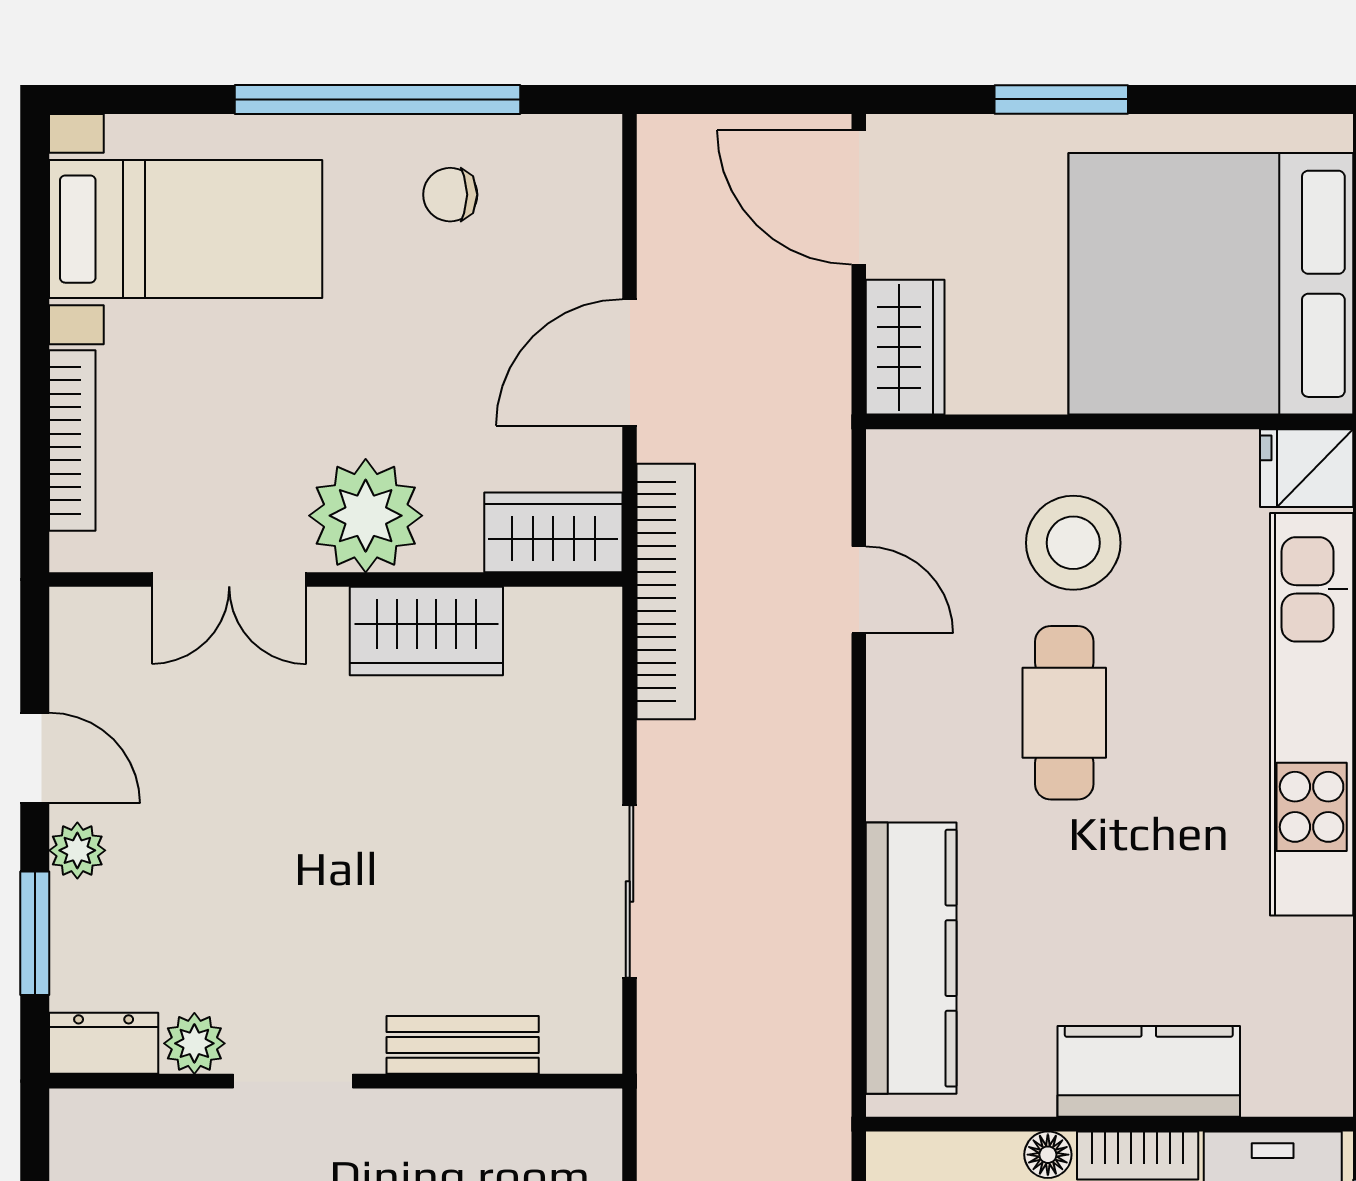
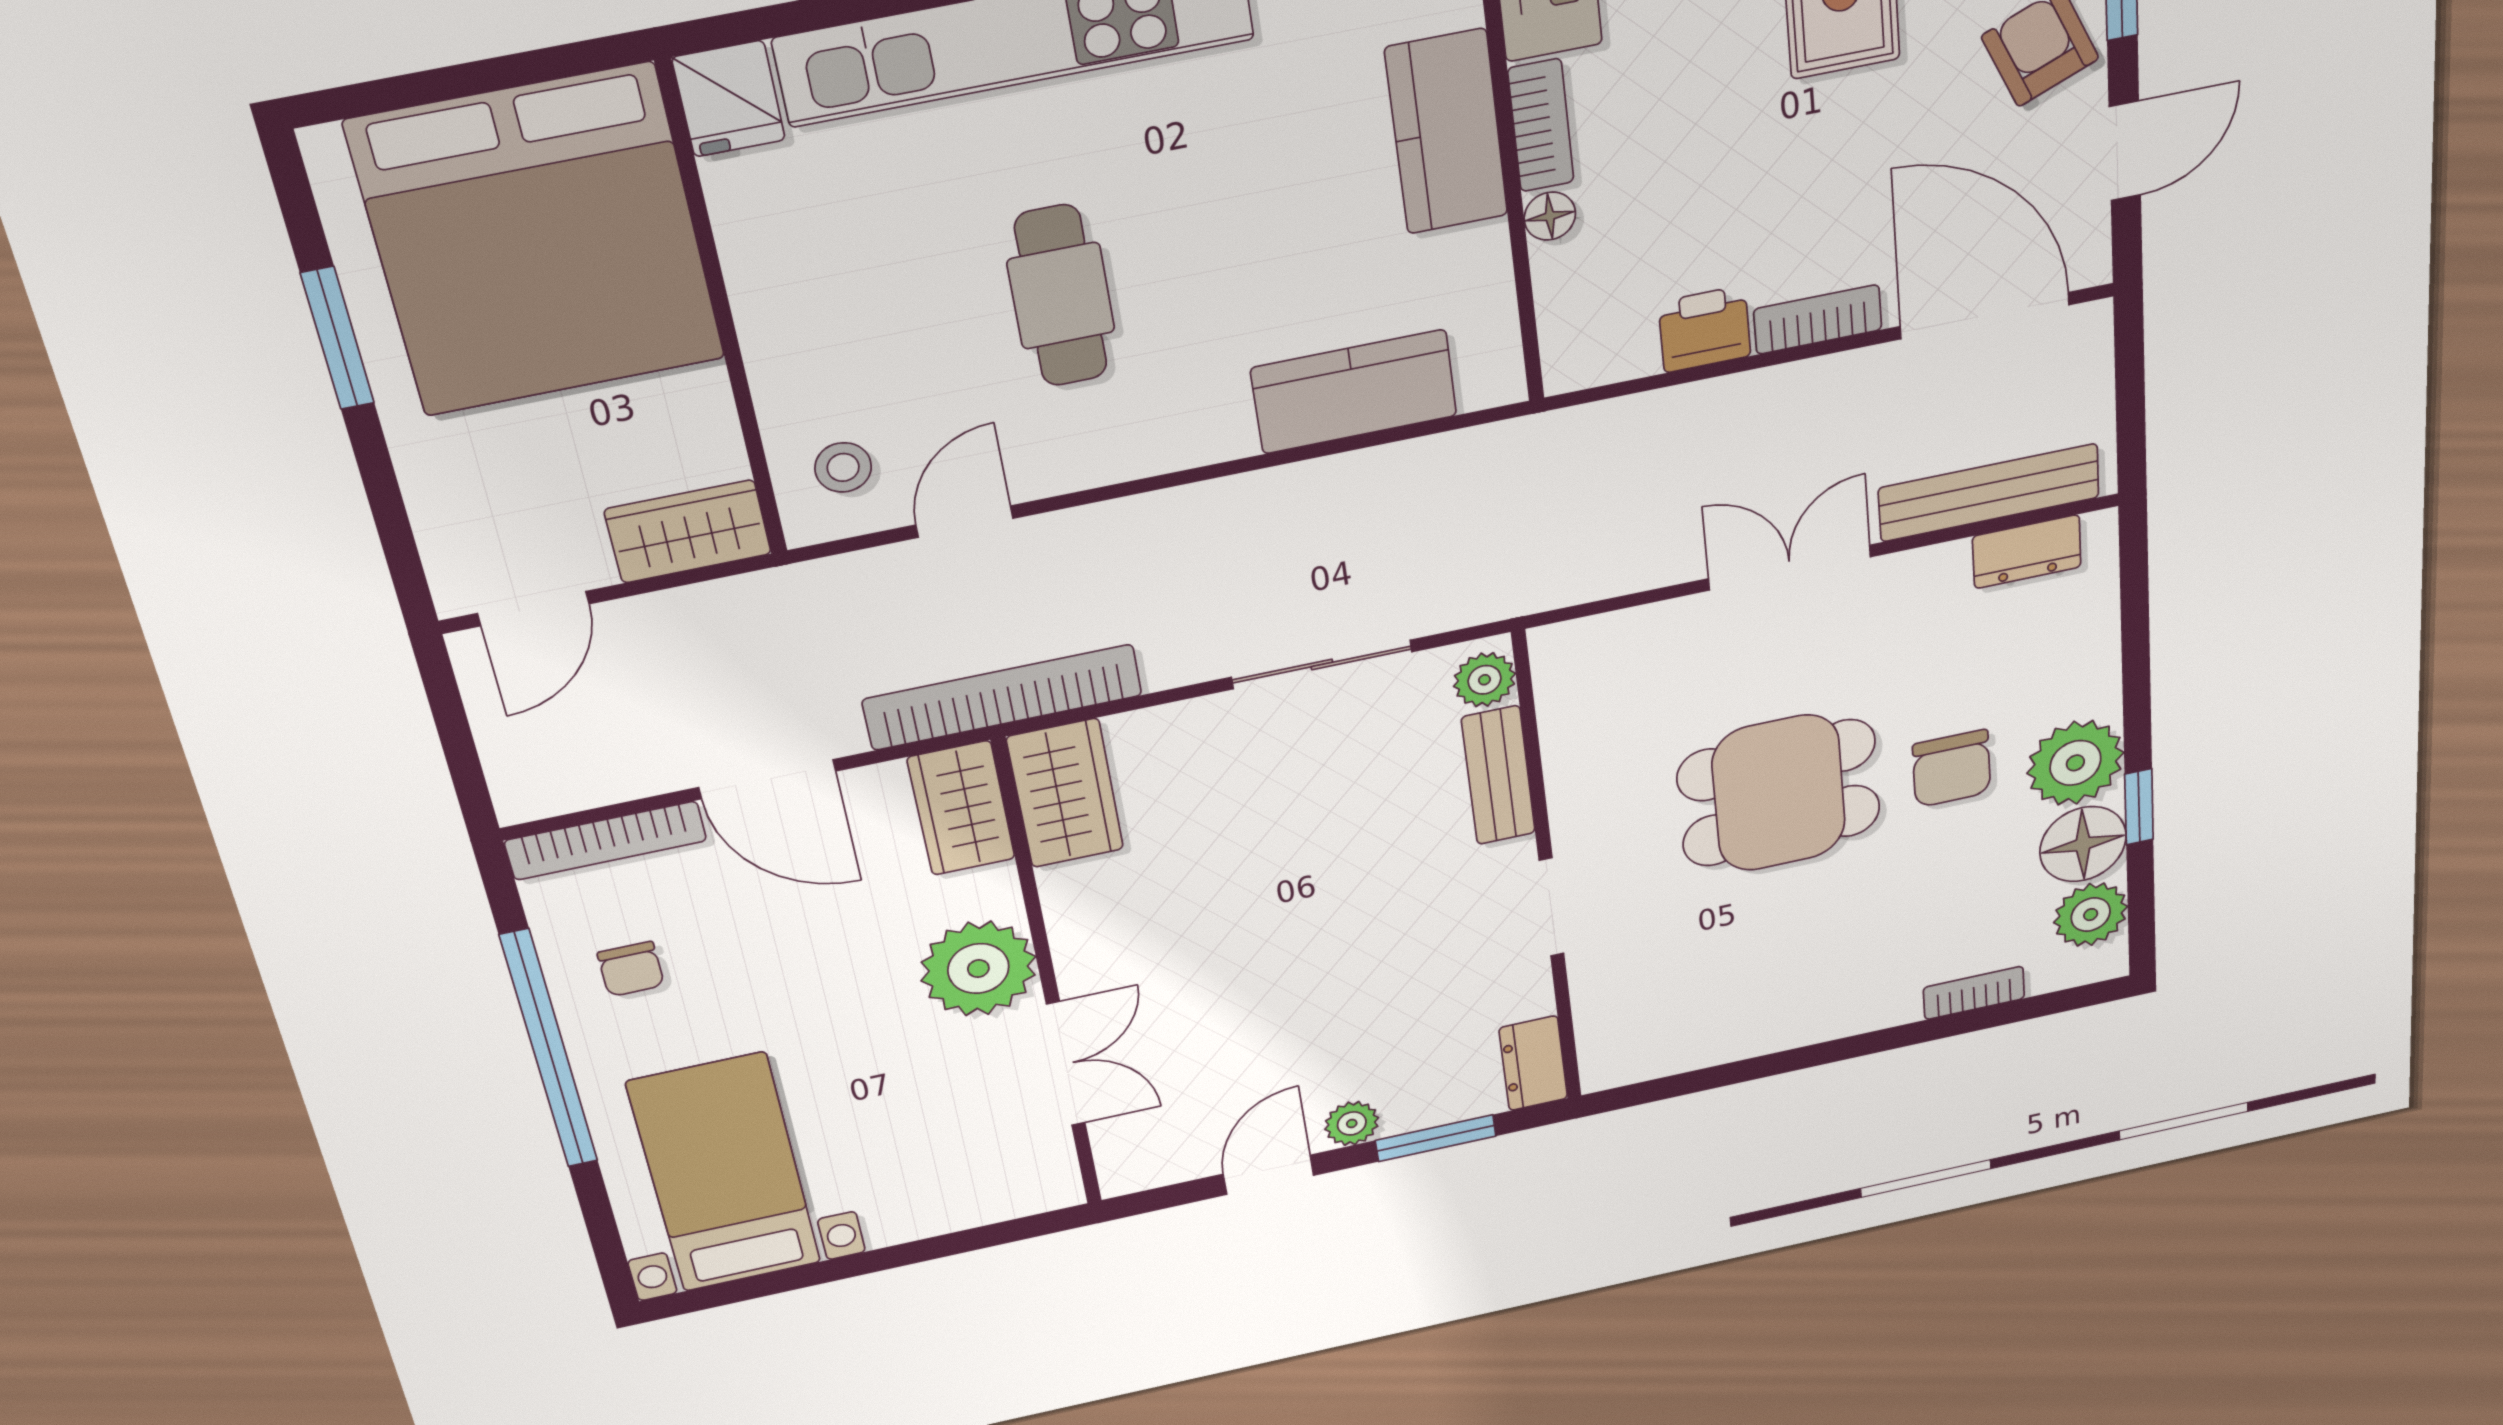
window: (1061, 99) -> (337, 338), moved
door: (859, 197) -> (533, 609), width x0.73
bookcase: (72, 440) -> (606, 841), moved, turned 180
stool: (1073, 543) -> (843, 467), moved, width x0.53, depth x0.53
wardrobe: (426, 631) -> (1065, 793), moved
cafe table: (1064, 713) -> (1061, 296), turned 90
kitchen counter: (911, 958) -> (1354, 392), width x0.67
plant: (194, 1043) -> (1485, 680), moved

